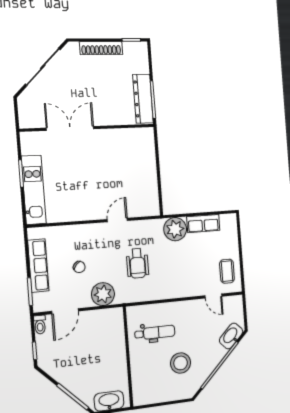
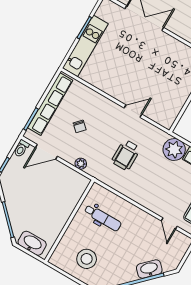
row of seats: (38, 266) -> (50, 104), width x1.36
plant: (103, 294) -> (81, 164), width x0.53, depth x0.53
washbasin: (231, 336) -> (149, 269), moved
stool: (181, 363) -> (87, 259), moved

